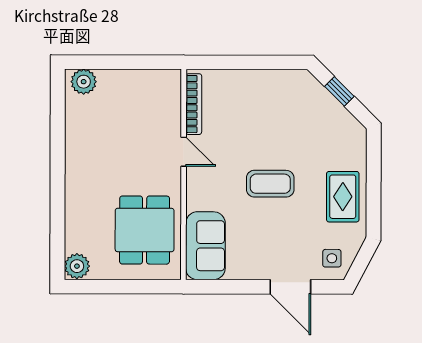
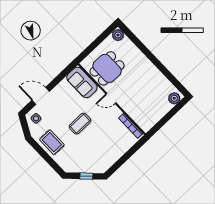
door: (184, 152) -> (111, 98), moved
dining table: (145, 230) -> (107, 68), turned 90

